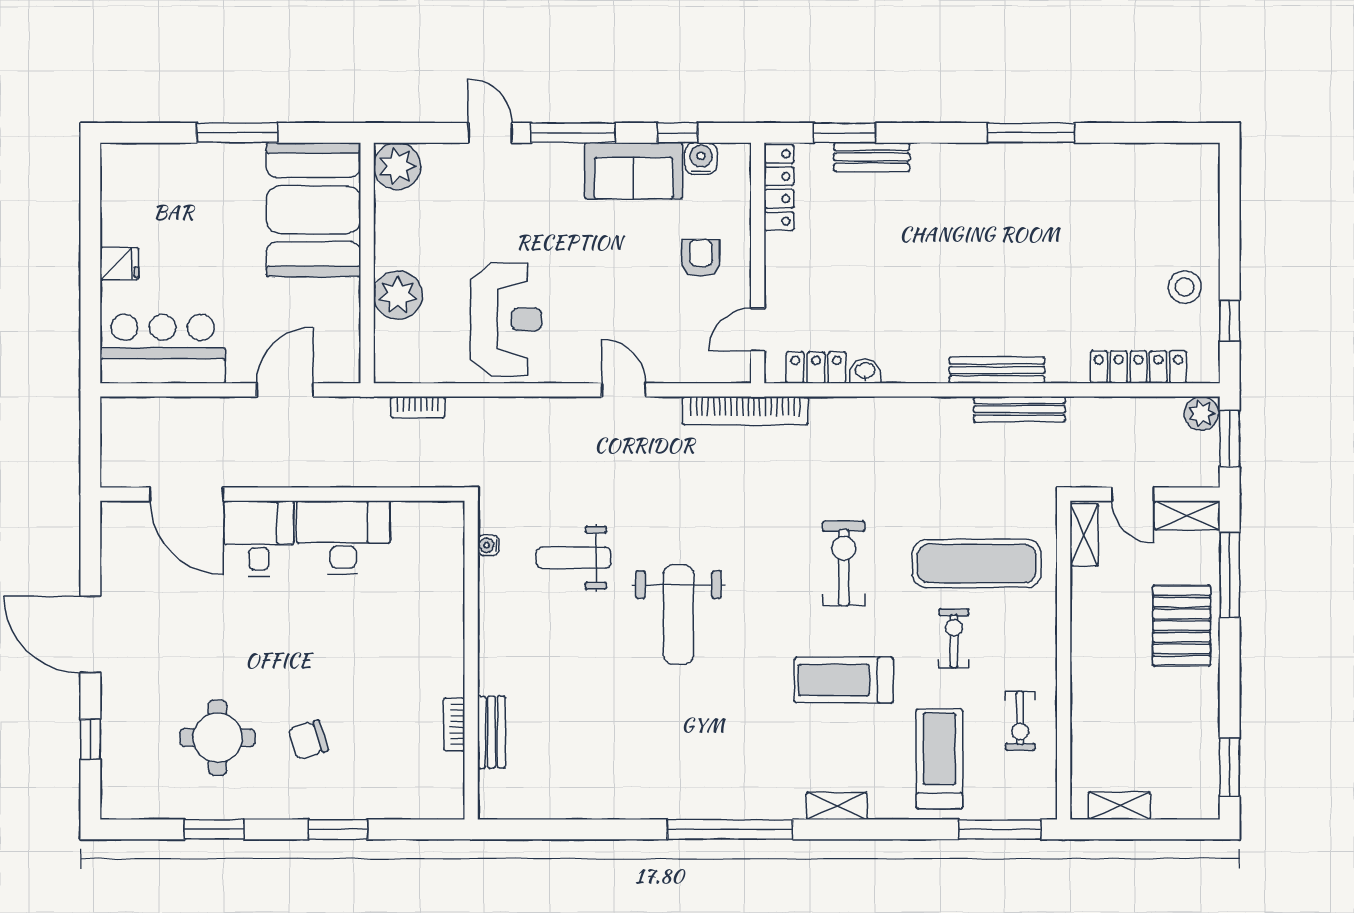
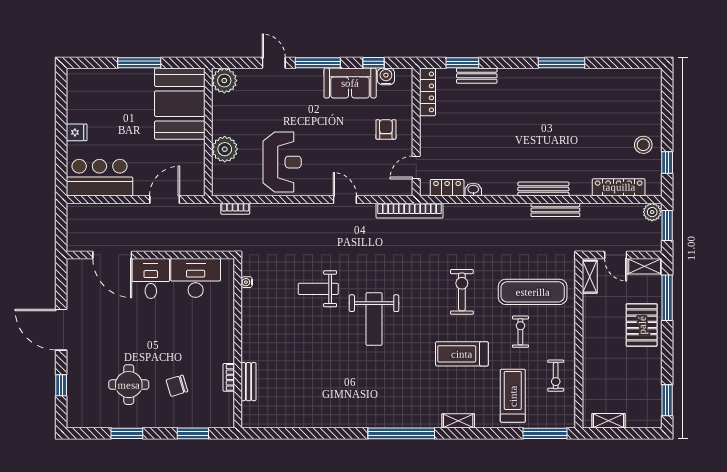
water cooler: (488, 545) -> (247, 282), moved
wall: (471, 660) -> (238, 343), moved
bookcase: (454, 724) -> (229, 377), moved
bench: (491, 732) -> (249, 382), moved

